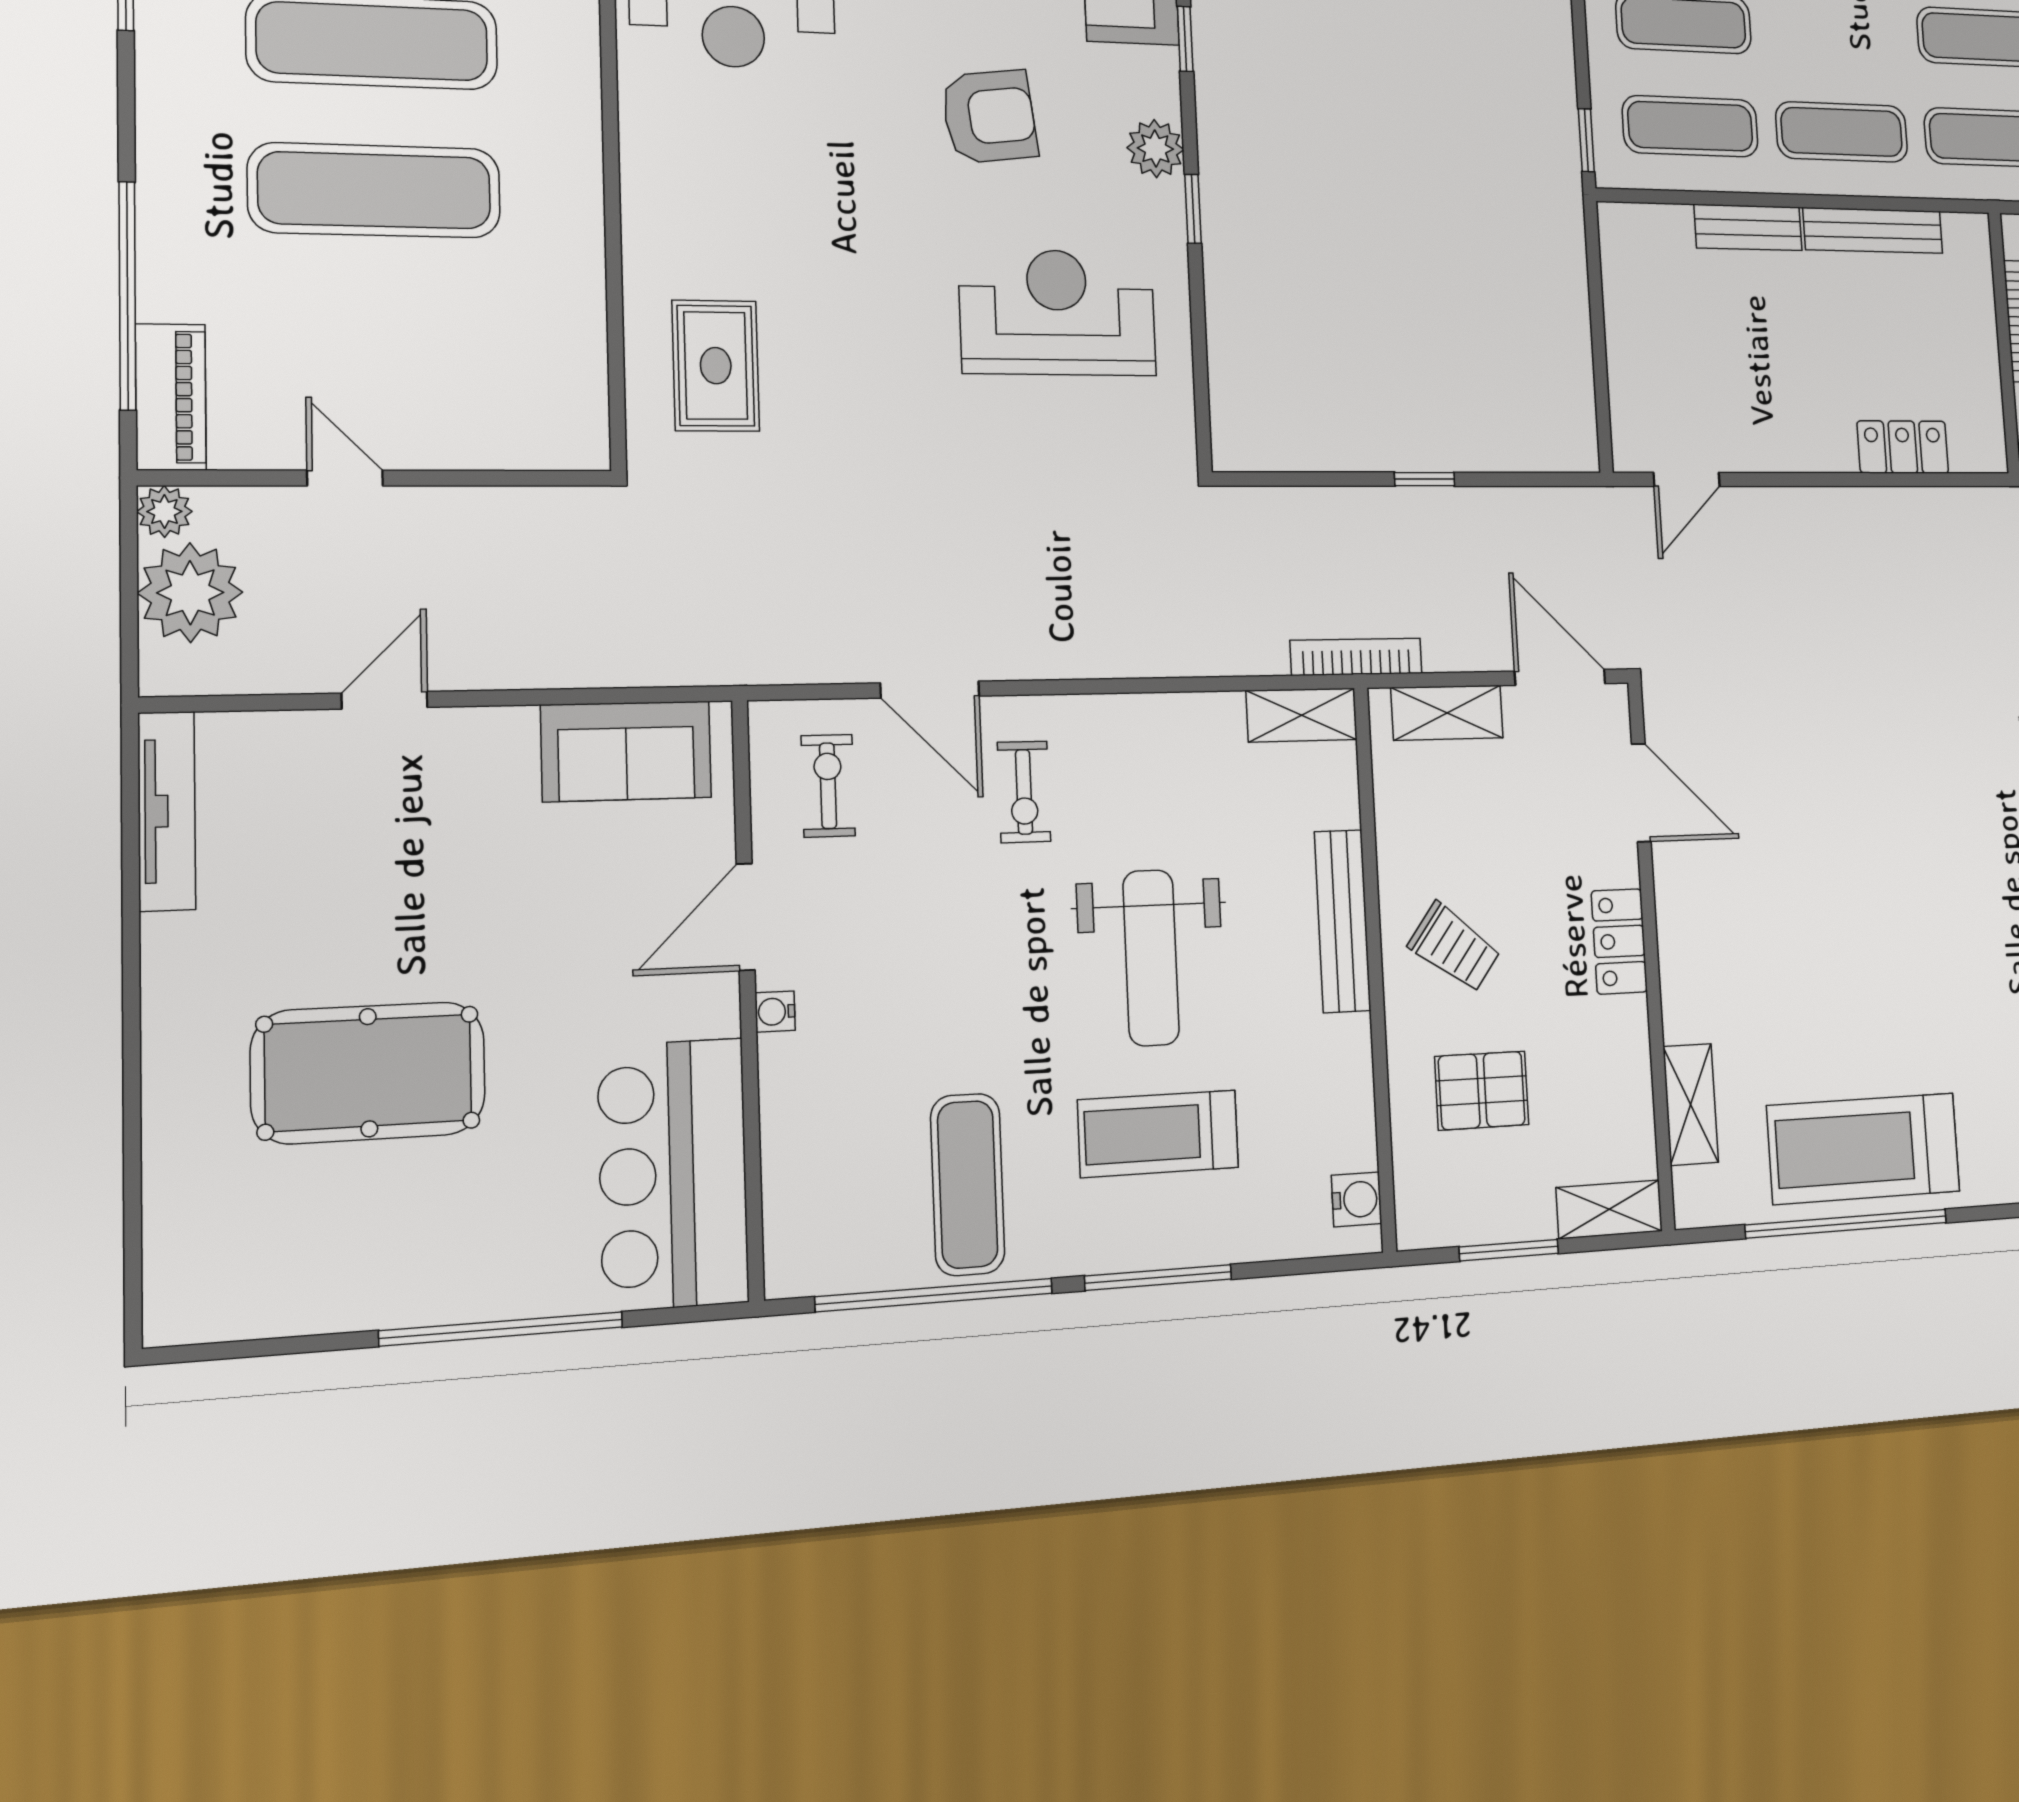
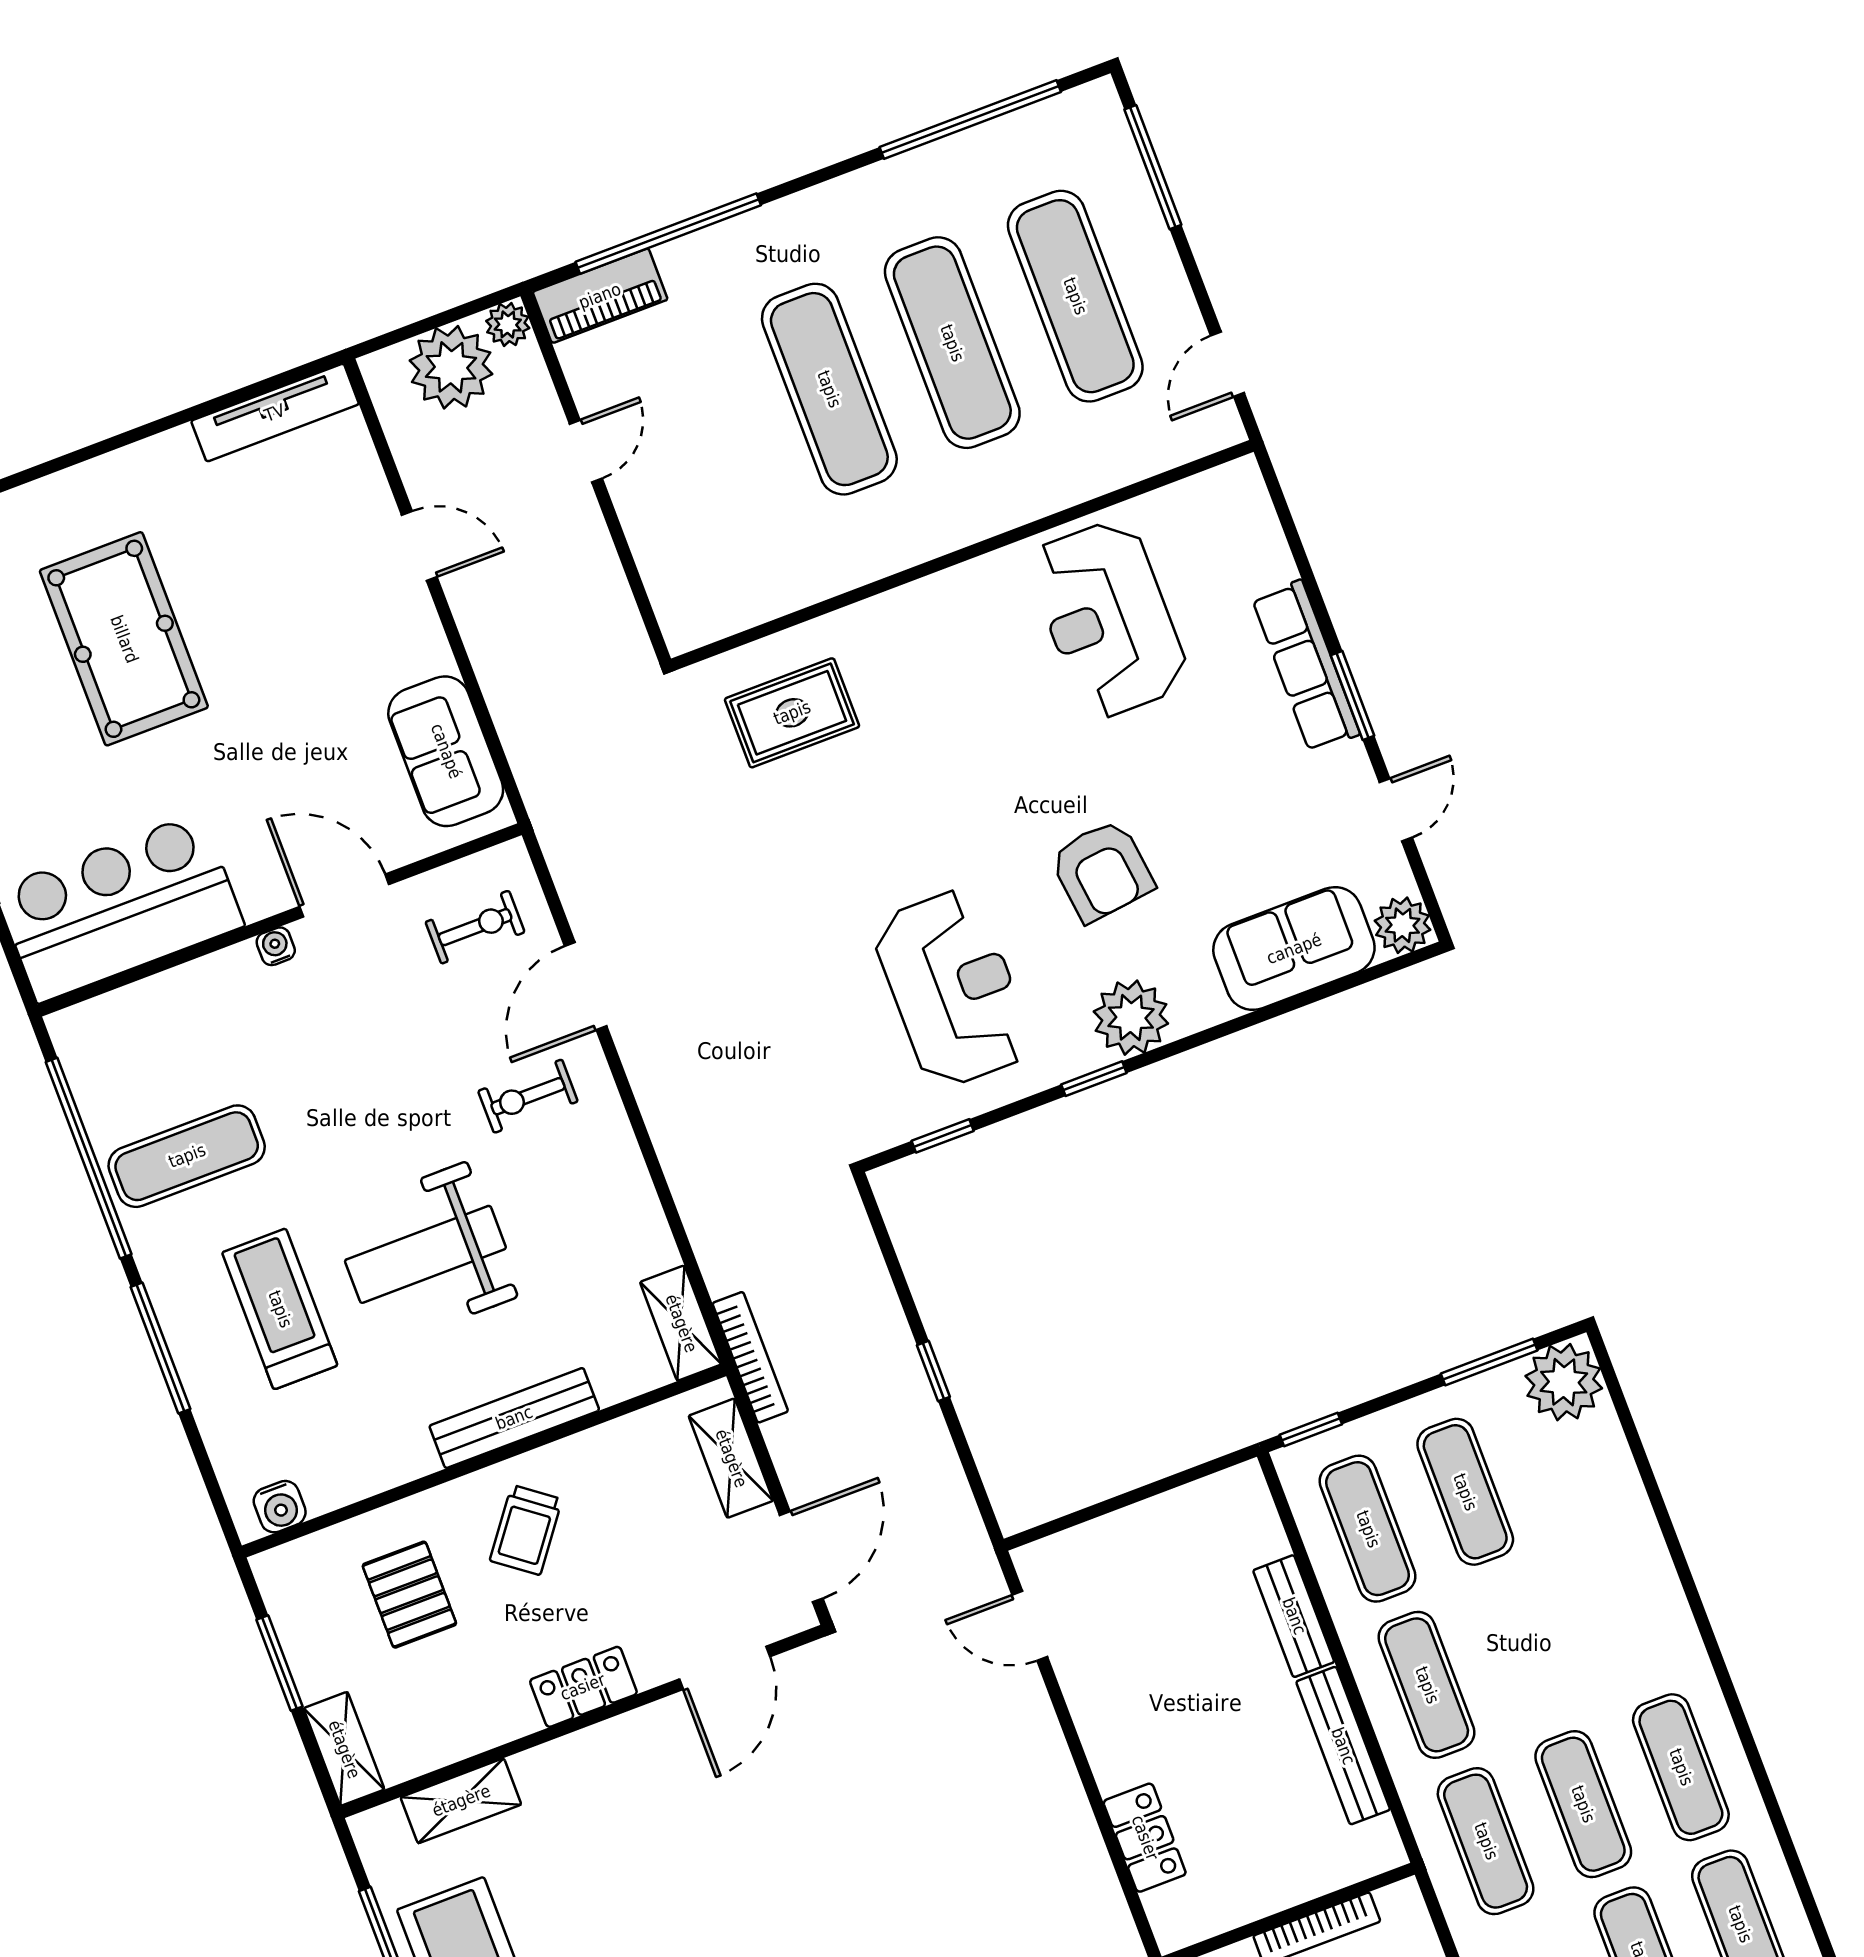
window: (1185, 39) -> (943, 1136), moved
plant: (1155, 149) -> (1131, 1018), width x1.36, depth x1.36

